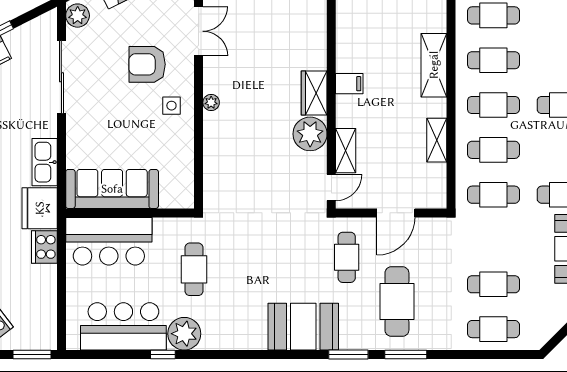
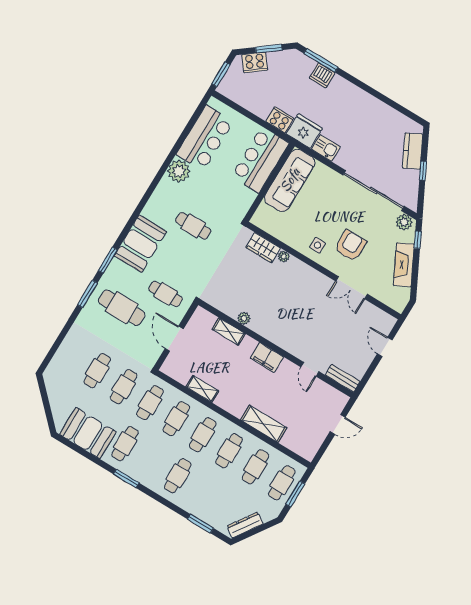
shelving: (434, 65) -> (264, 424), moved
sliding door: (61, 77) -> (374, 191), width x1.36
filing cabinet: (349, 84) -> (267, 358), width x2.00
wardrobe: (314, 93) -> (263, 248), moved, turned 180
plant: (211, 102) -> (284, 256), moved
plant: (310, 134) -> (244, 318), width x0.53, depth x0.53
kitchen sink: (45, 162) -> (326, 148), width x0.73
door: (331, 187) -> (310, 369), moved
cafe table: (194, 269) -> (193, 226), moved
cafe table: (493, 329) -> (124, 387), moved
window: (163, 354) -> (174, 151), removed

